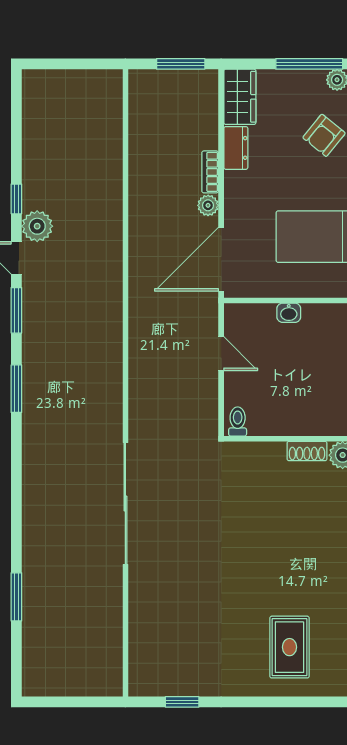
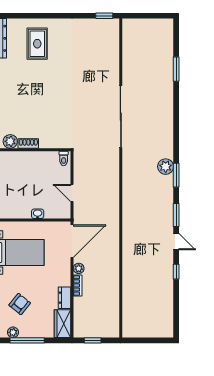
window: (181, 64) -> (93, 340), width x0.67
plant: (37, 226) -> (166, 167), moved
window: (182, 702) -> (104, 16), moved

